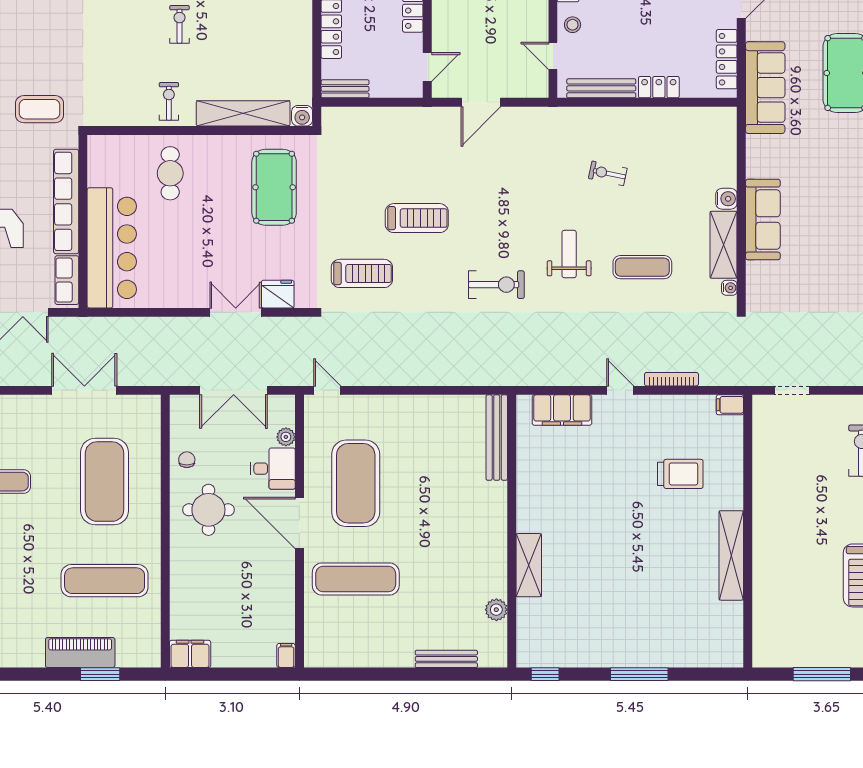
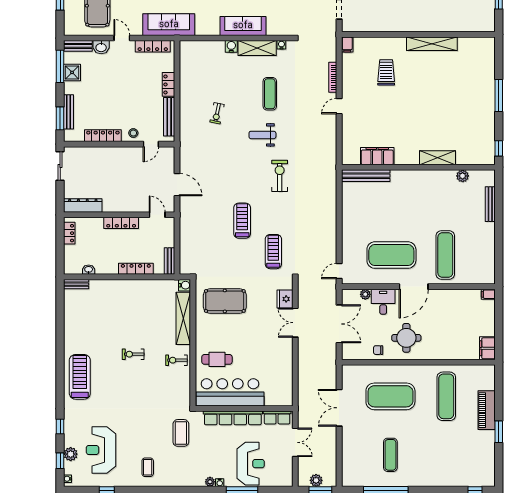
bar counter: (112, 248) -> (230, 392), moved
filing cabinet: (562, 410) -> (377, 156), moved, turned -90
window: (100, 674) -> (499, 432), moved

